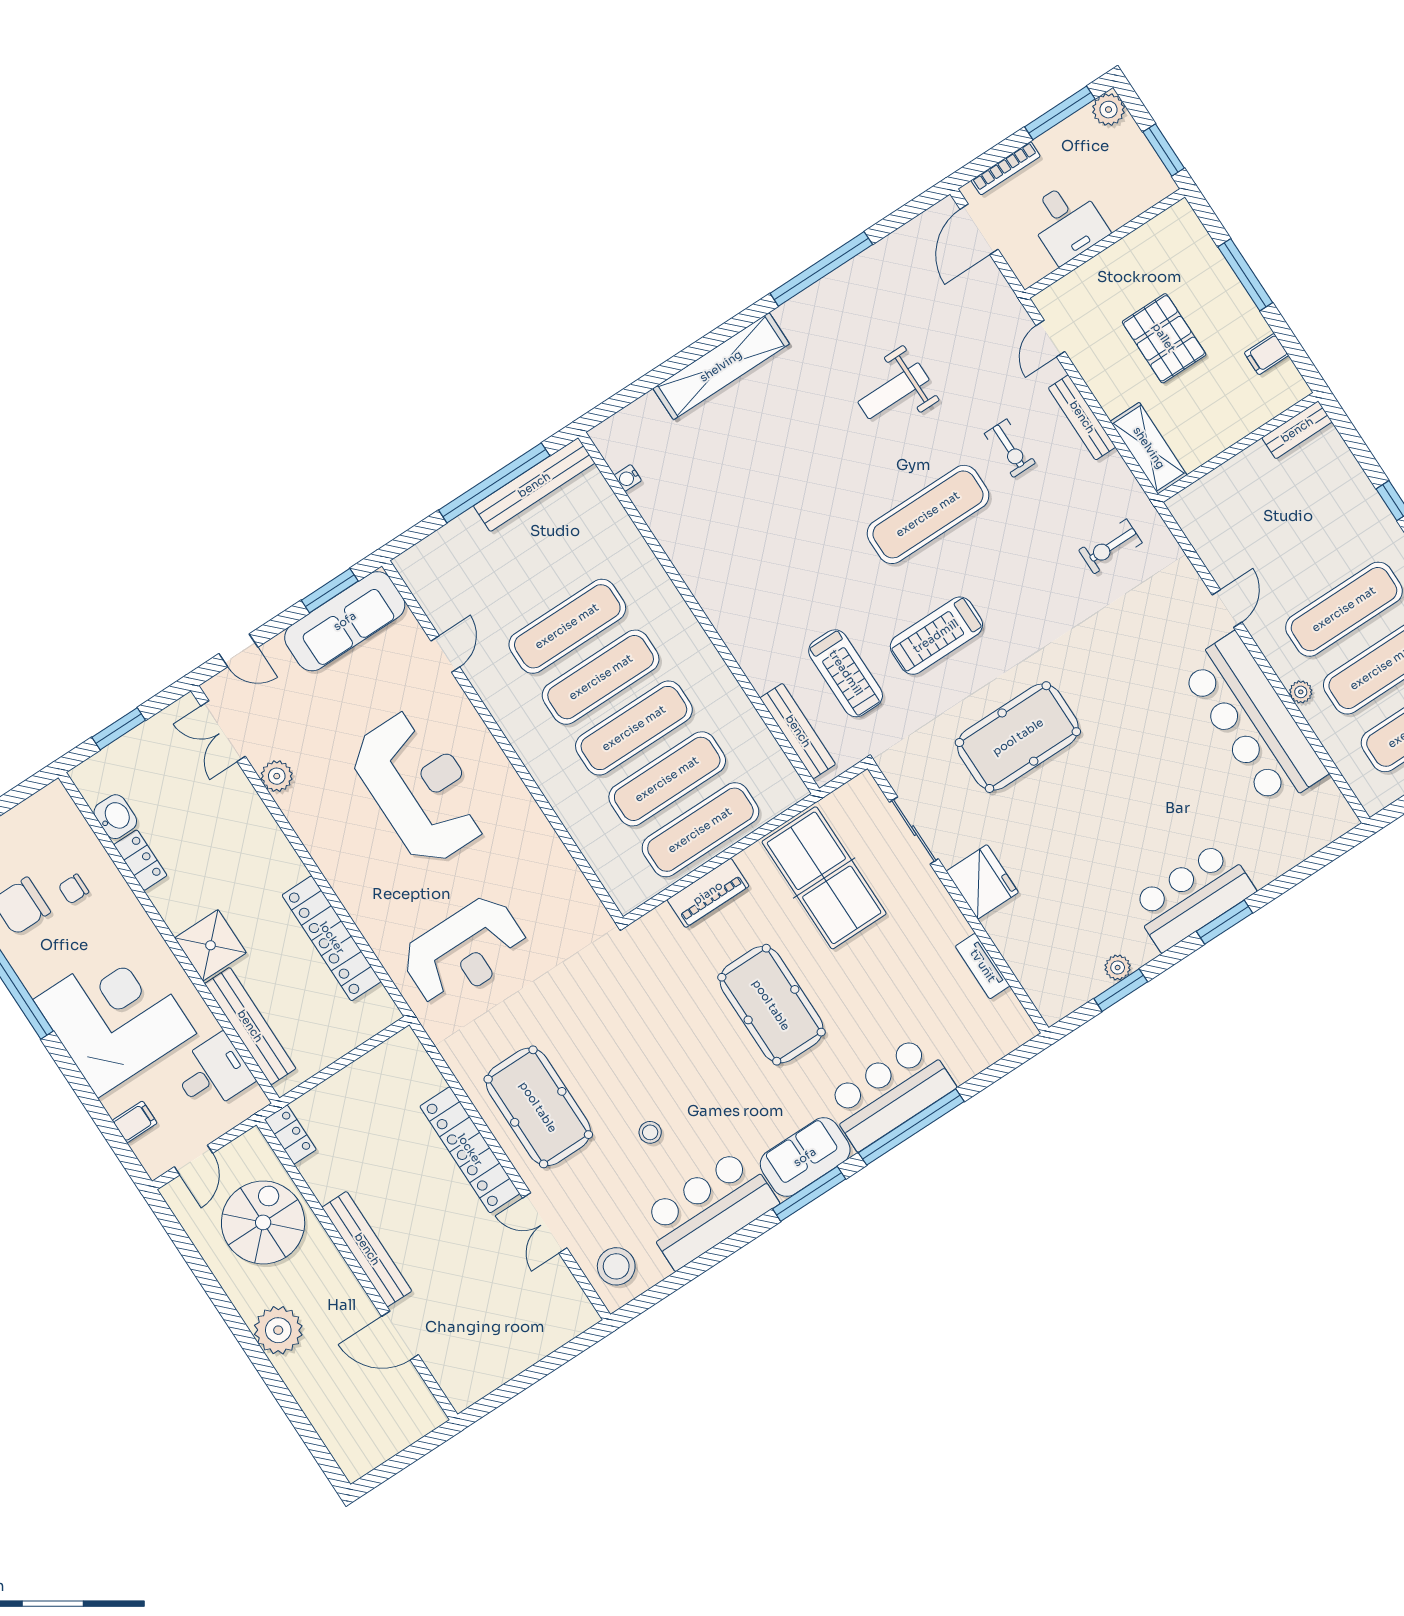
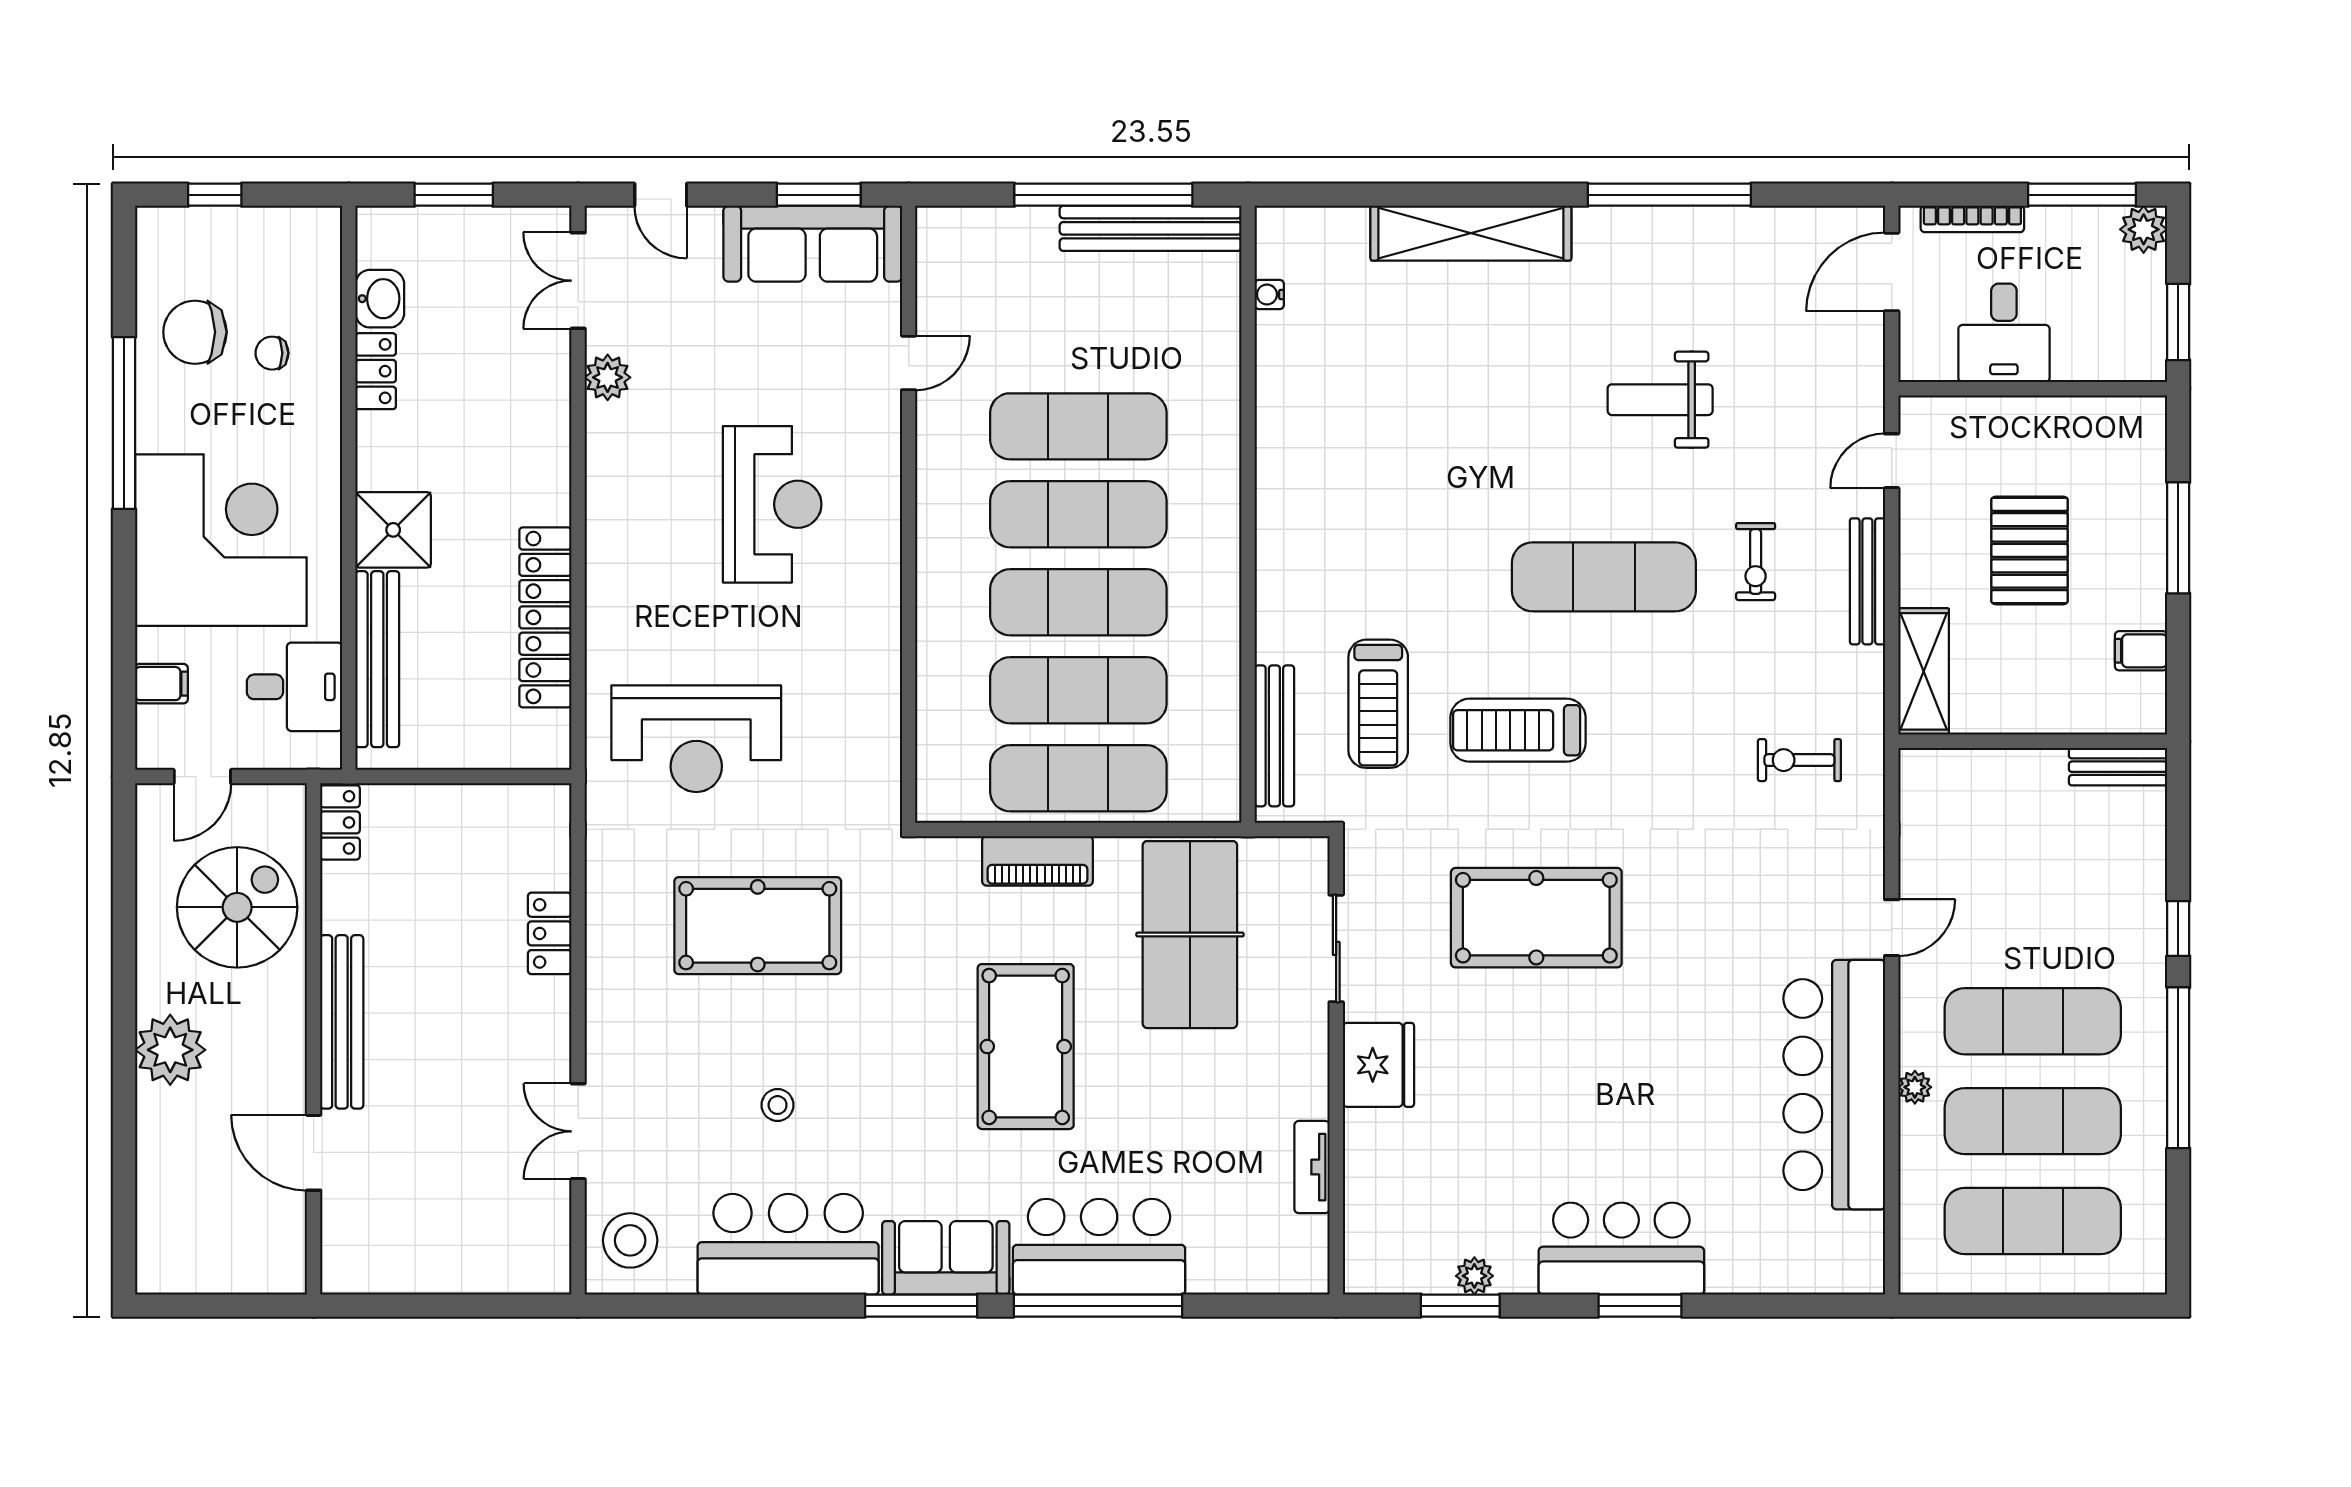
reception desk: (420, 787) -> (772, 504), width x0.74, depth x0.77
pool table: (538, 1107) -> (758, 926), moved, turned 90
locker: (470, 1150) -> (550, 933), width x0.46, depth x0.83

